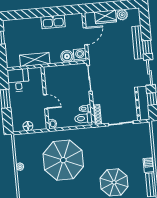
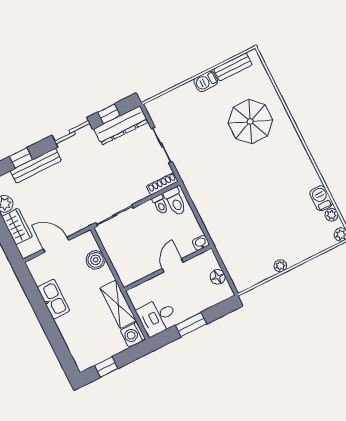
window: (147, 47) -> (21, 158), moved
washing machine: (80, 55) -> (133, 335), moved
parasol: (63, 160) -> (247, 207), removed

